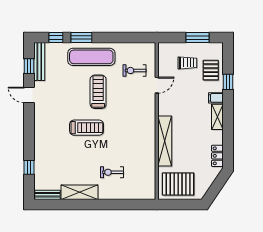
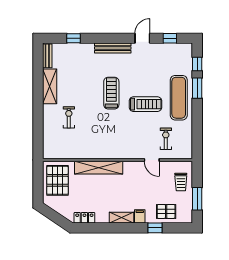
bench: (39, 62) -> (113, 48), moved
trolley: (187, 63) -> (181, 182), moved
treadmill: (87, 128) -> (111, 93), turned 180

